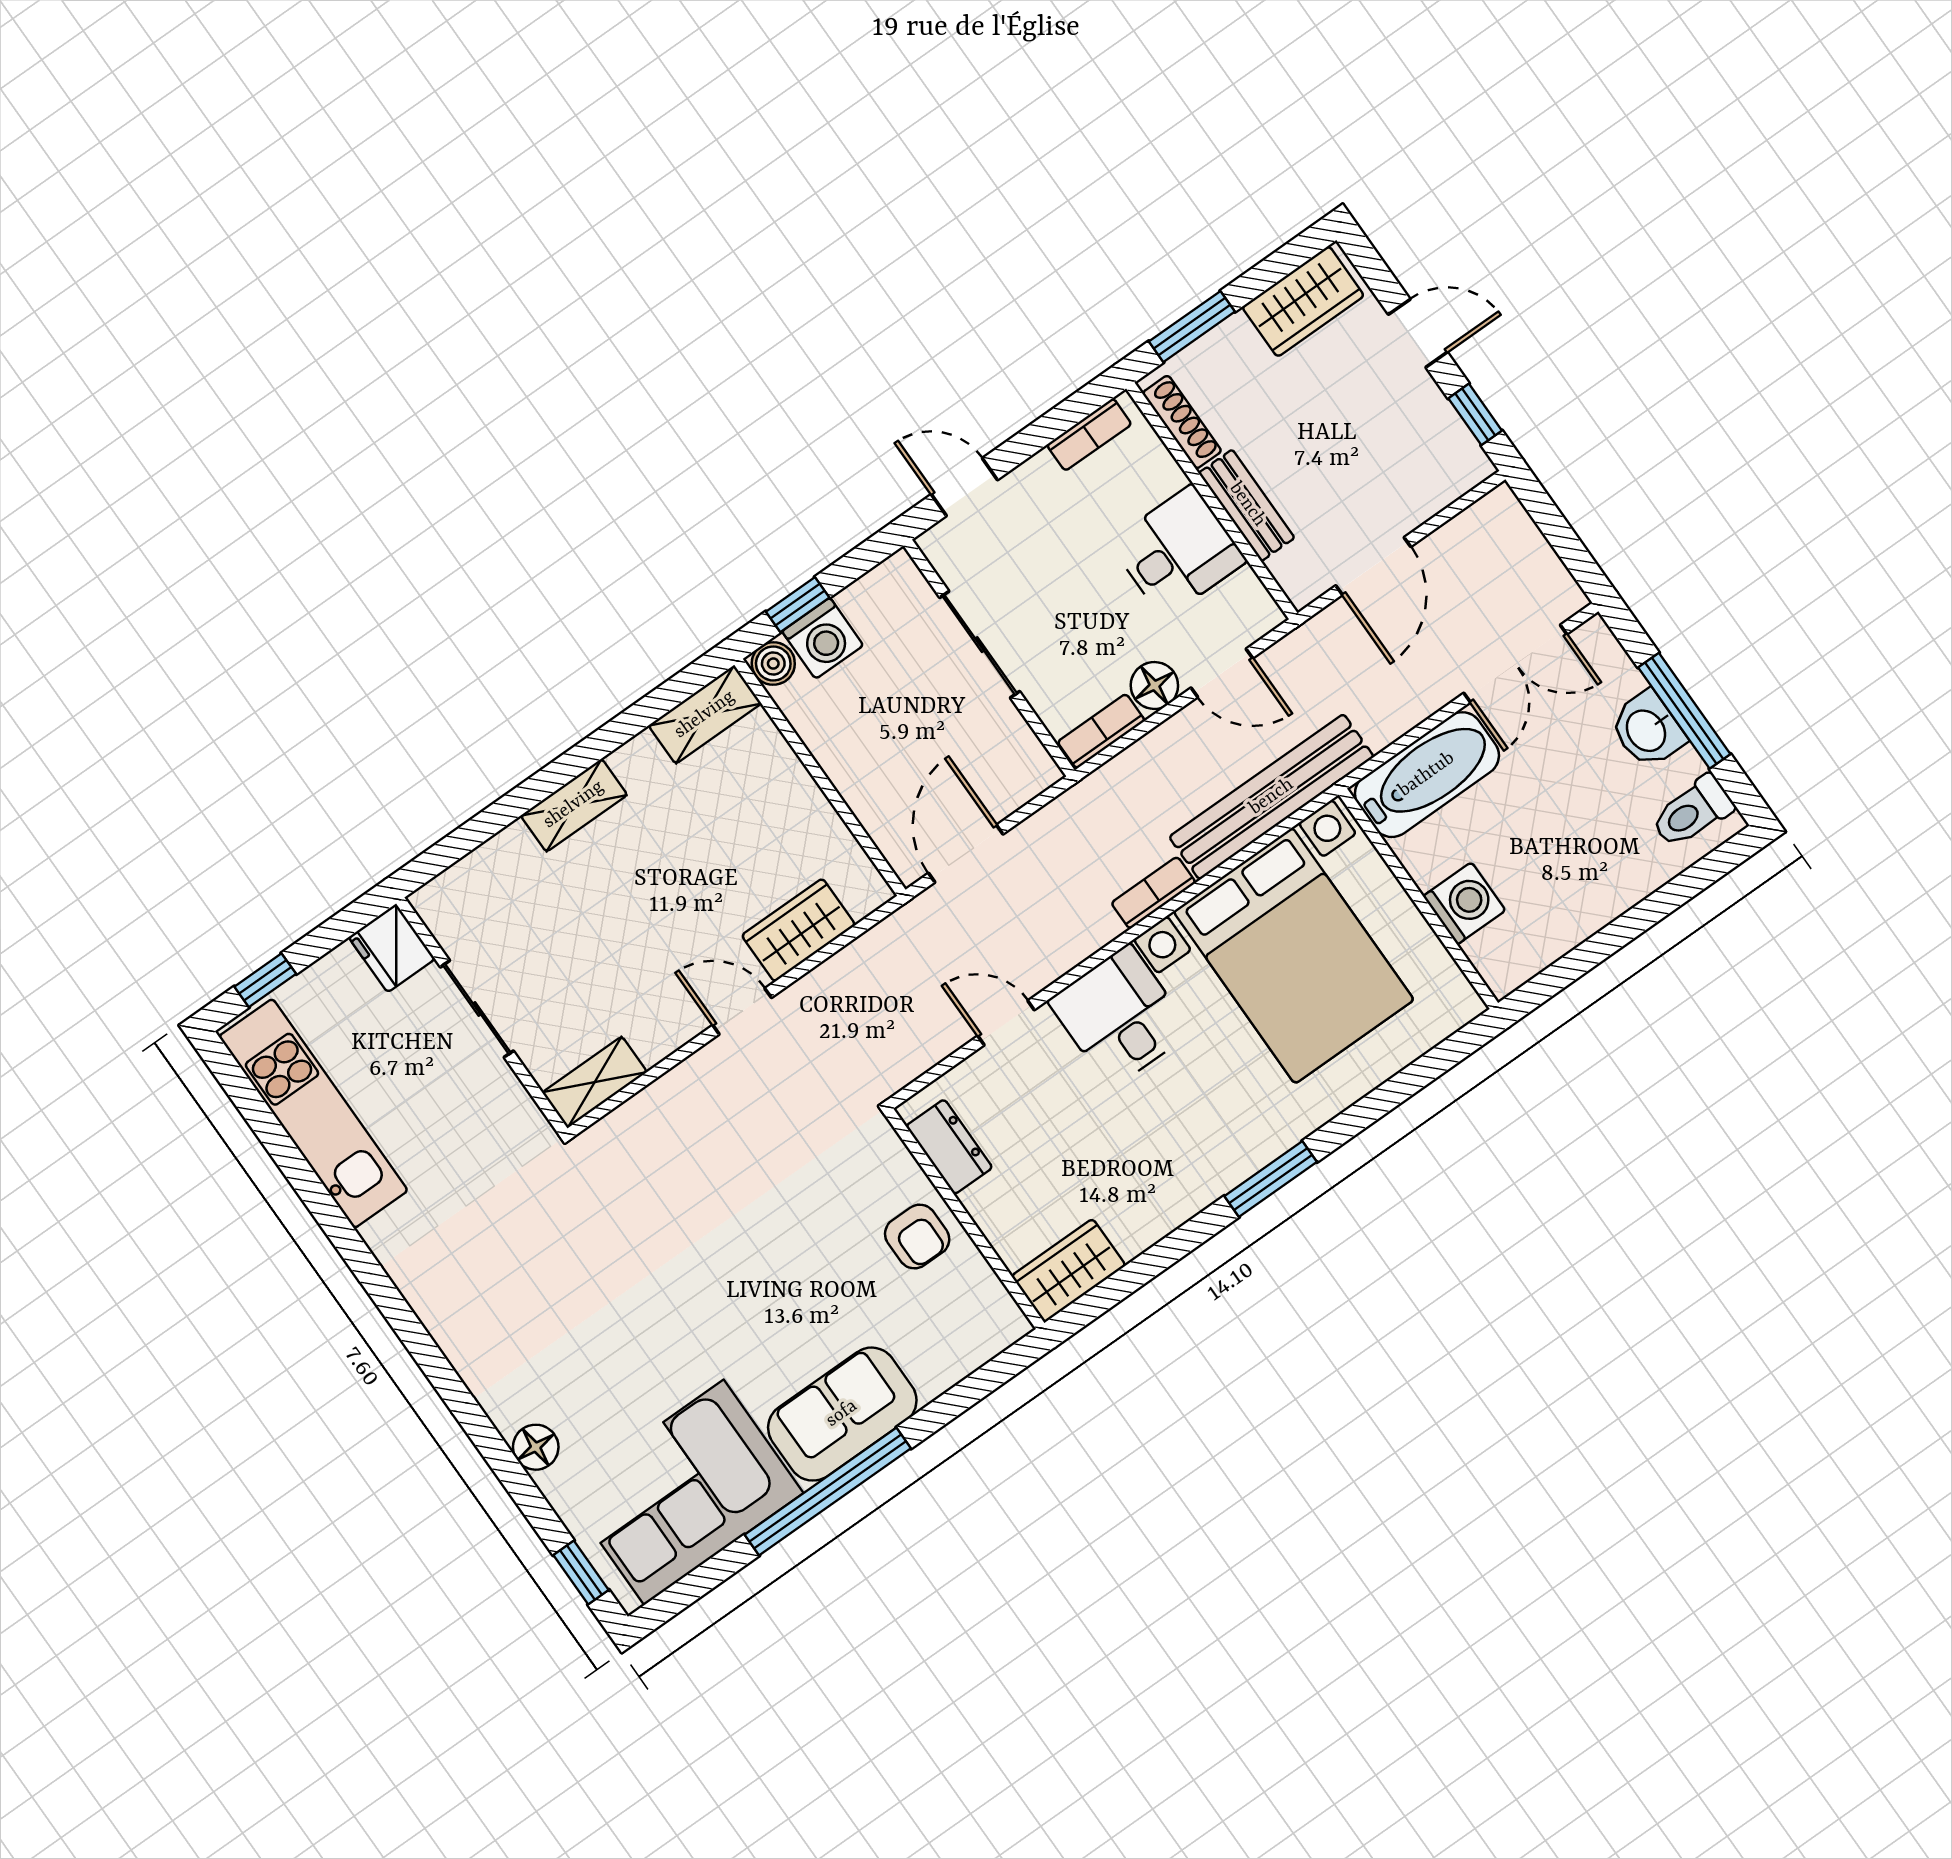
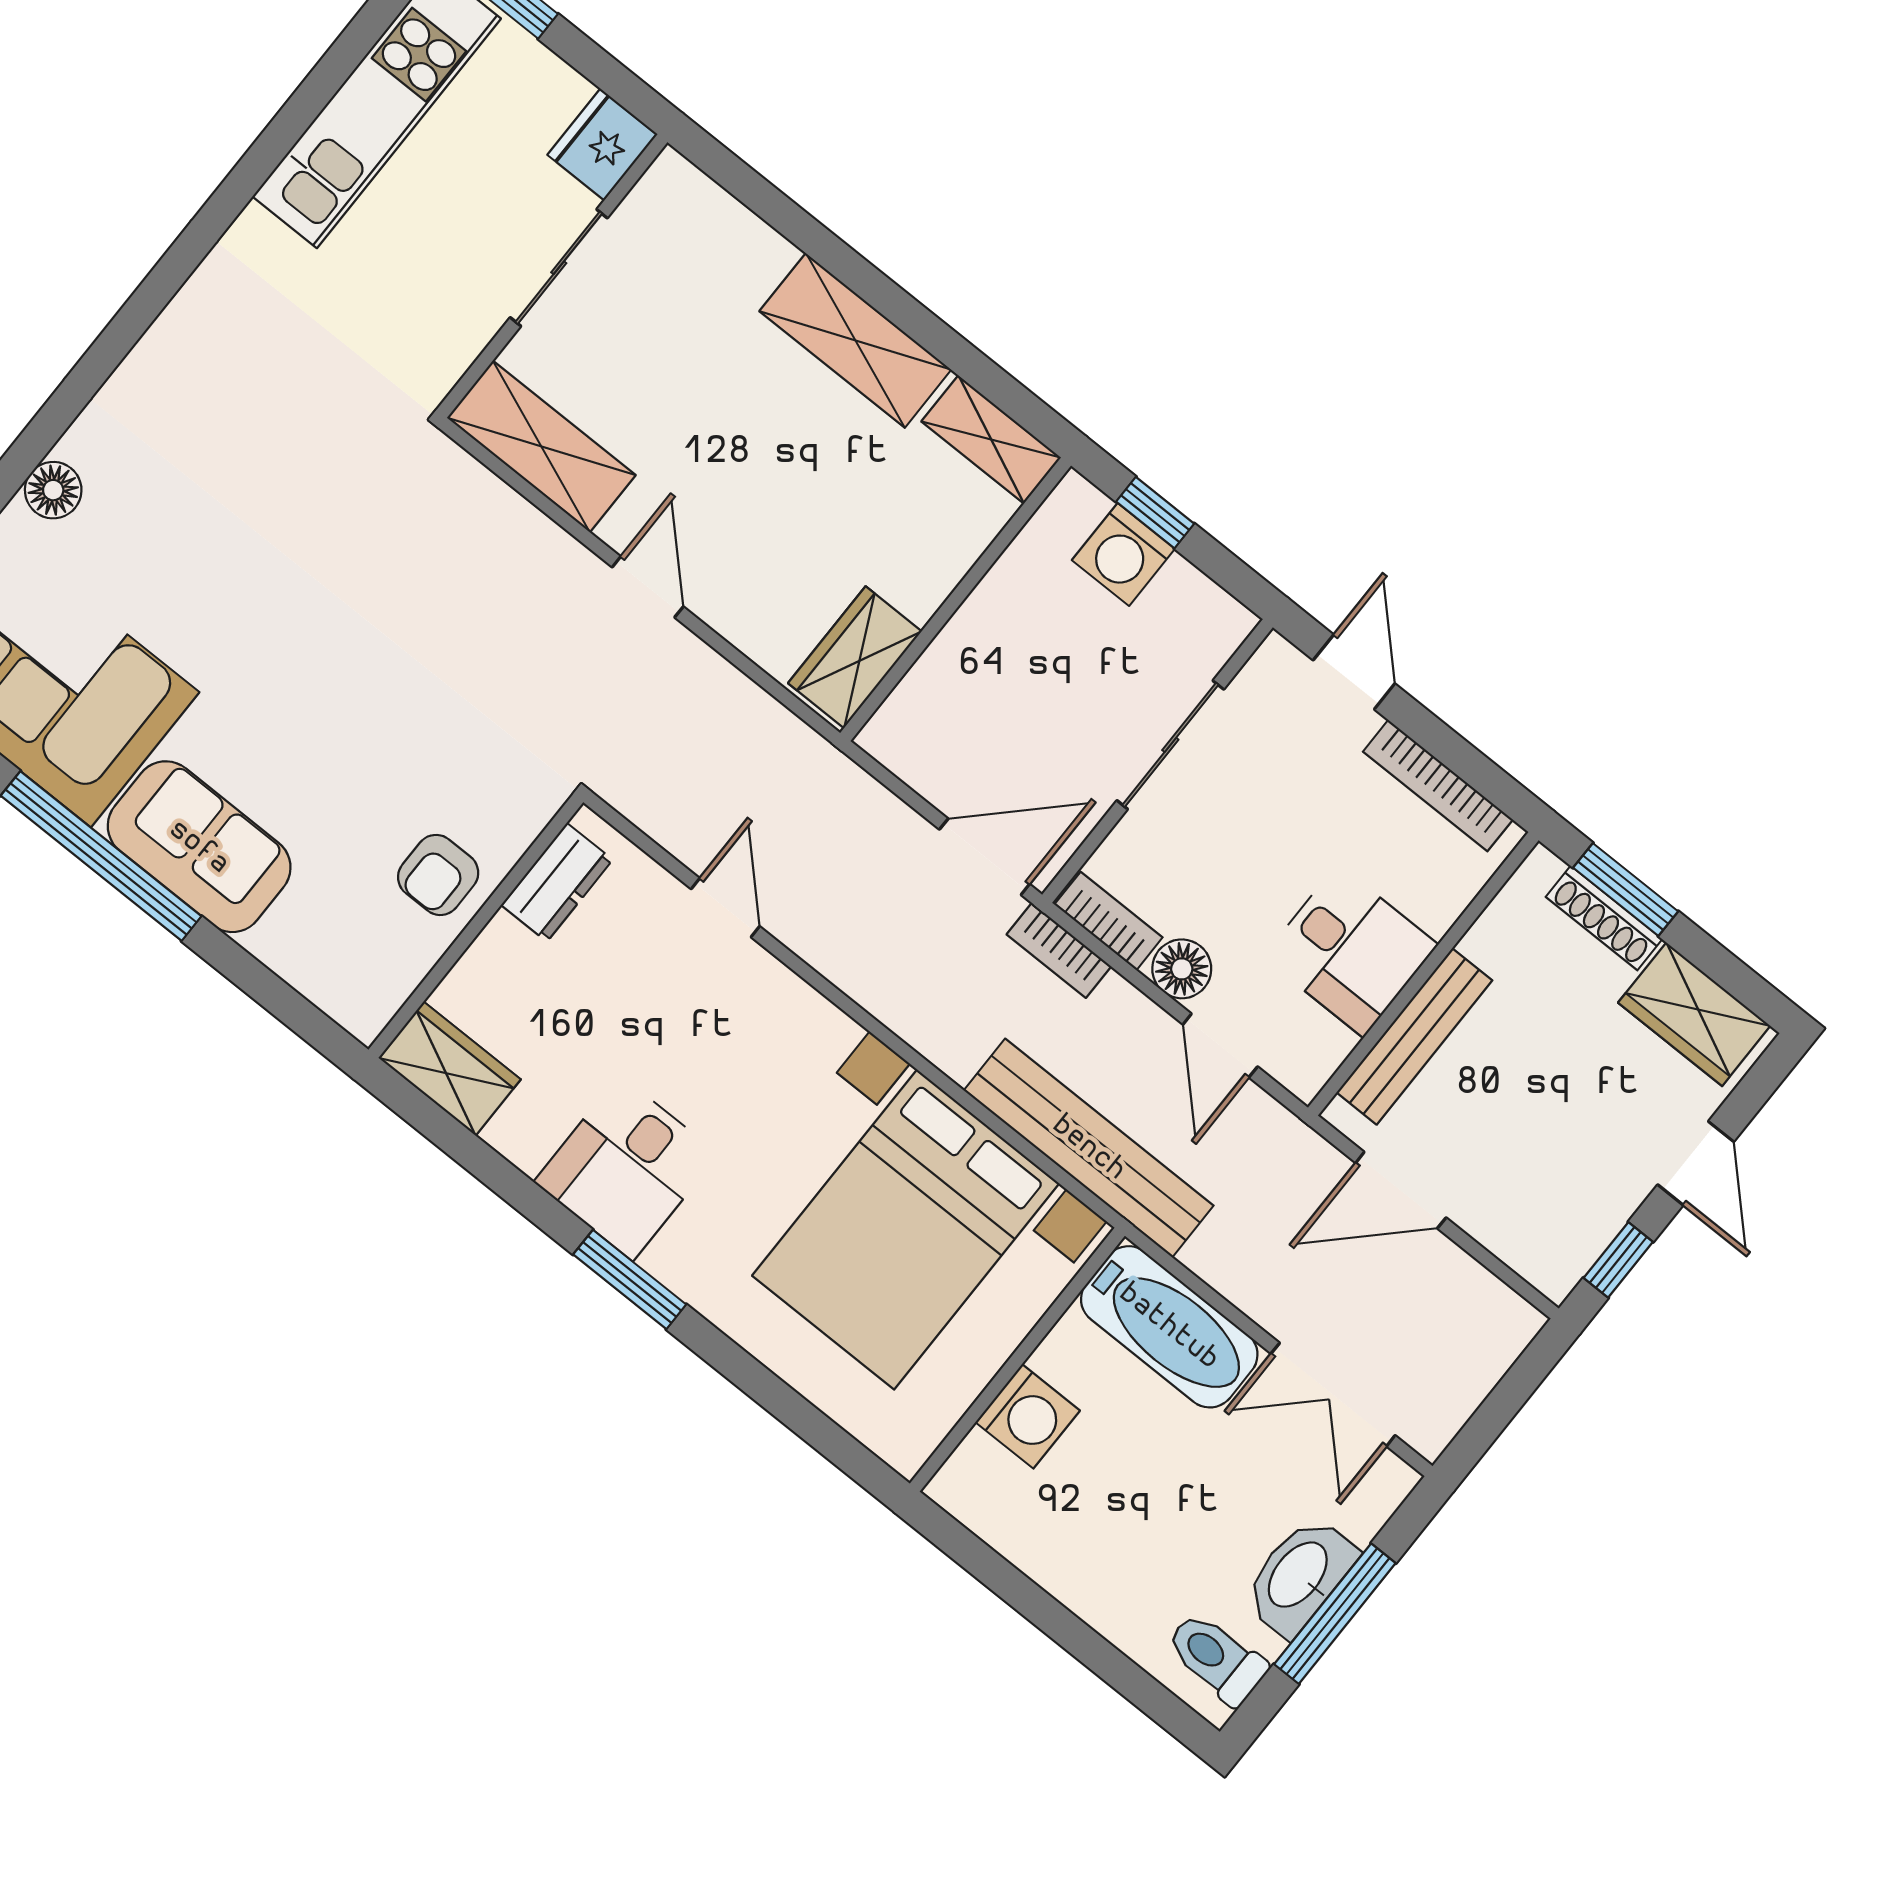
shoe rack: (1182, 422) -> (1604, 918), moved, turned 90
bookcase: (1089, 435) -> (1438, 786), width x1.56
bench: (1247, 505) -> (1414, 1036), width x1.36
boiler: (773, 664) -> (1076, 504), removed
washbasin: (1647, 730) -> (1299, 1576), width x1.38
shelving: (574, 805) -> (855, 340), width x1.50, depth x1.33
door: (966, 854) -> (985, 857), moved
bookcase: (1153, 893) -> (1059, 950), moved, turned 180
wardrobe: (798, 930) -> (855, 657), moved, turned -90
desk: (1120, 1016) -> (626, 1168), moved, turned 180
shelving: (595, 1082) -> (541, 446), width x1.50, depth x1.33

